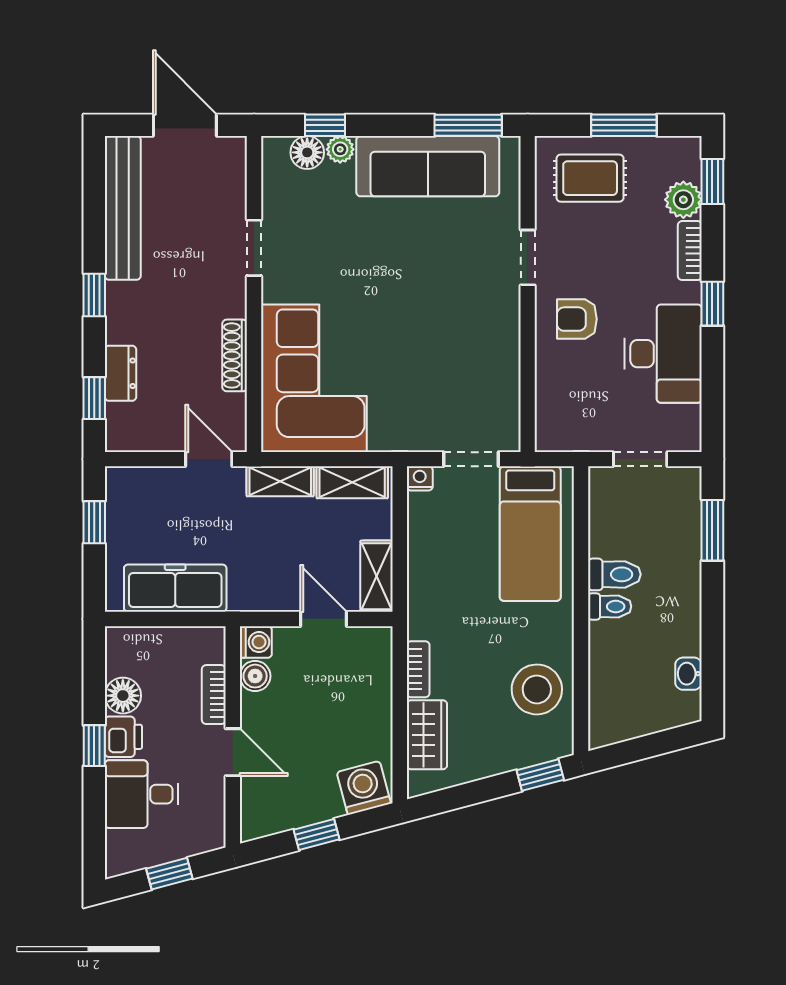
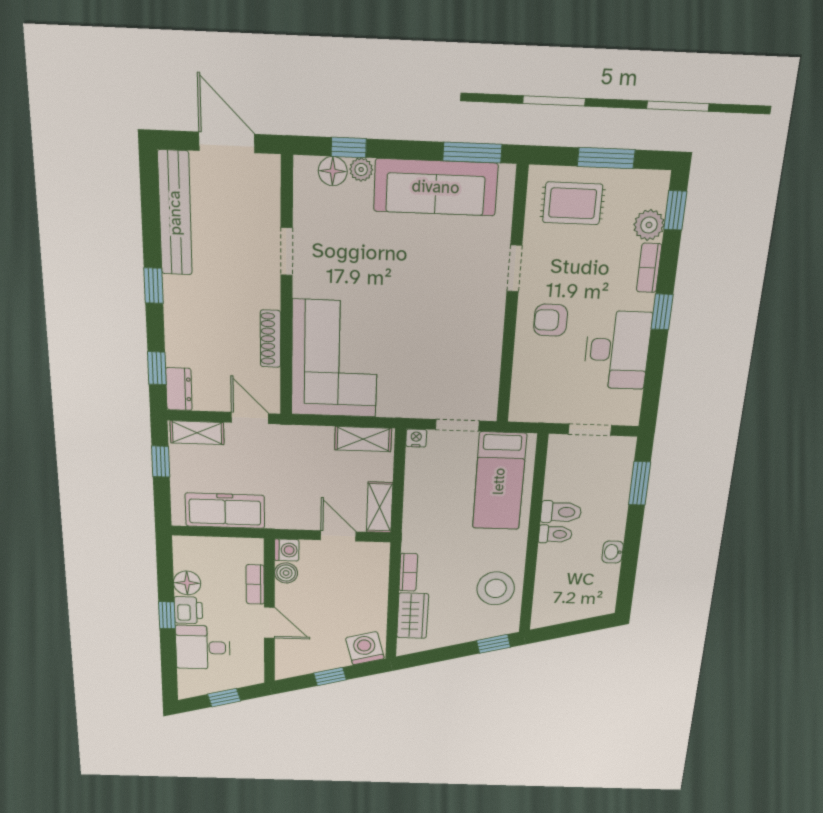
dresser: (120, 373) -> (179, 389), moved
shelving: (280, 481) -> (197, 433), moved
washbasin: (689, 674) -> (613, 552), moved

